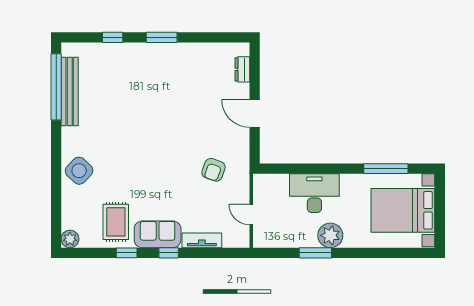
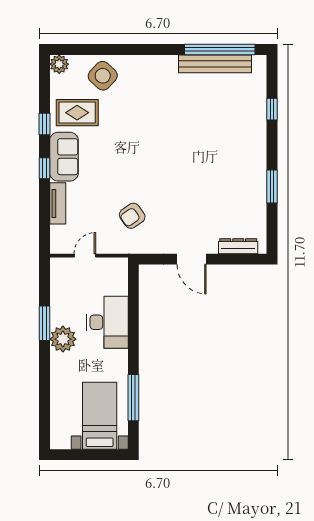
window: (162, 37) -> (272, 186), moved
dresser: (242, 69) -> (238, 246), width x1.44
door: (255, 114) -> (192, 259), swing flipped
armchair: (214, 170) -> (132, 216), turned -55
side table: (79, 171) -> (103, 76), moved
bed with nightstands: (403, 210) -> (100, 416), width x0.73

